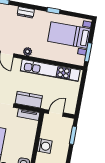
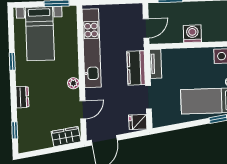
door: (56, 113) -> (146, 28), swing flipped

